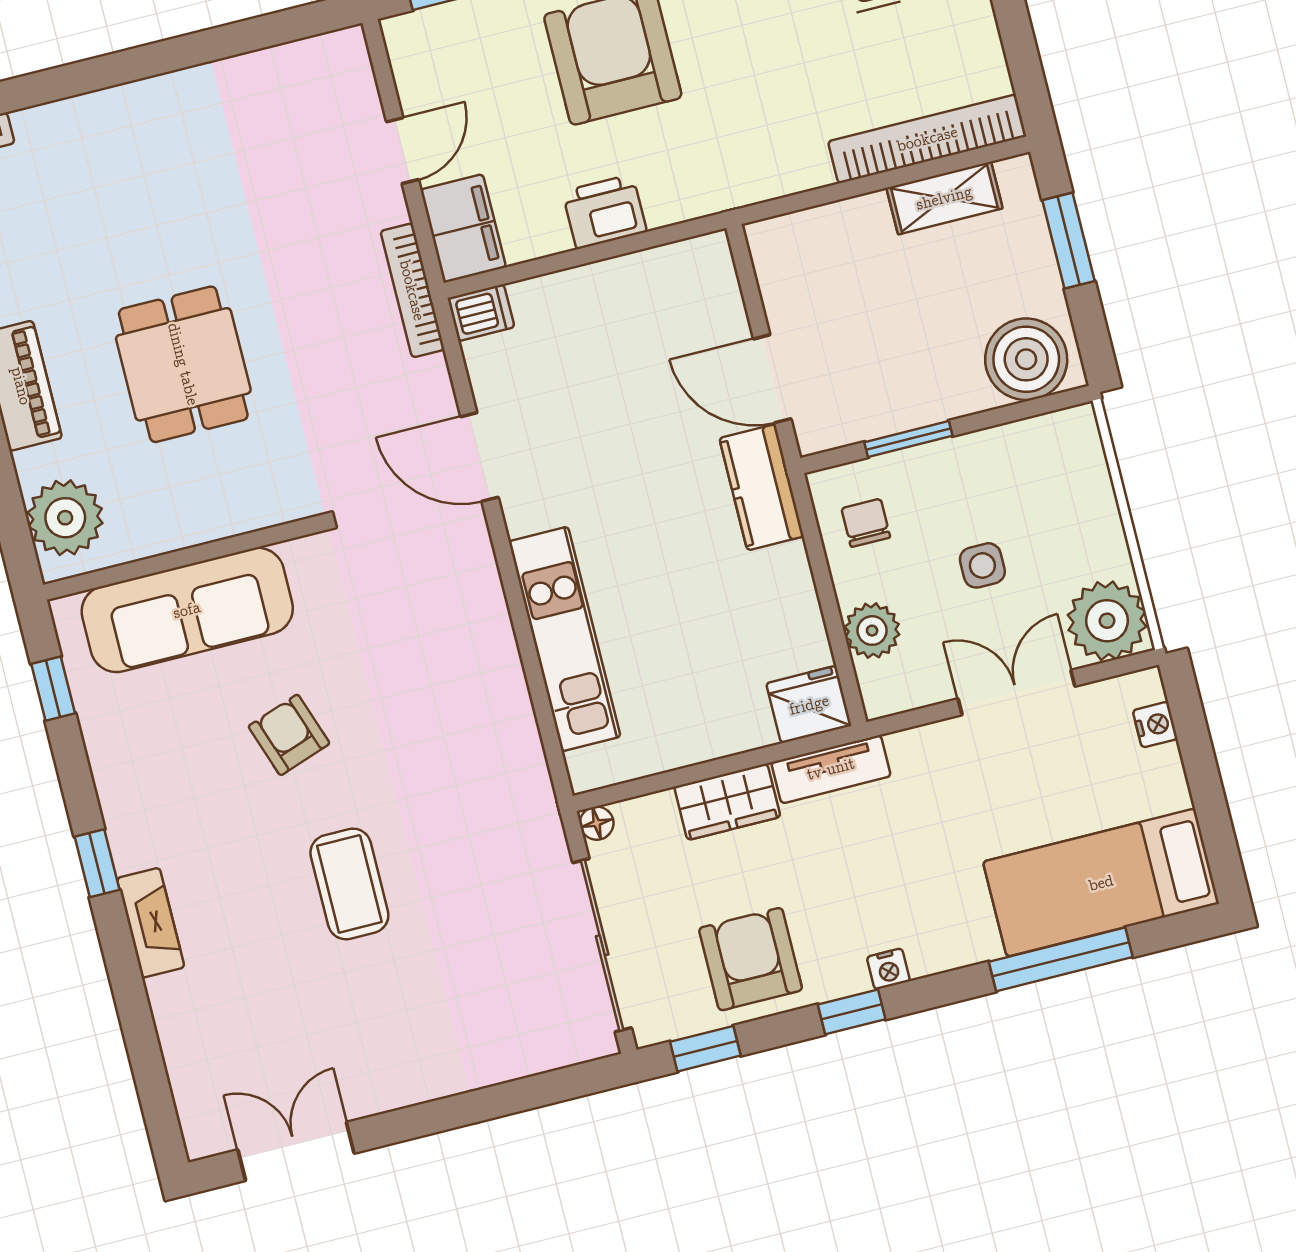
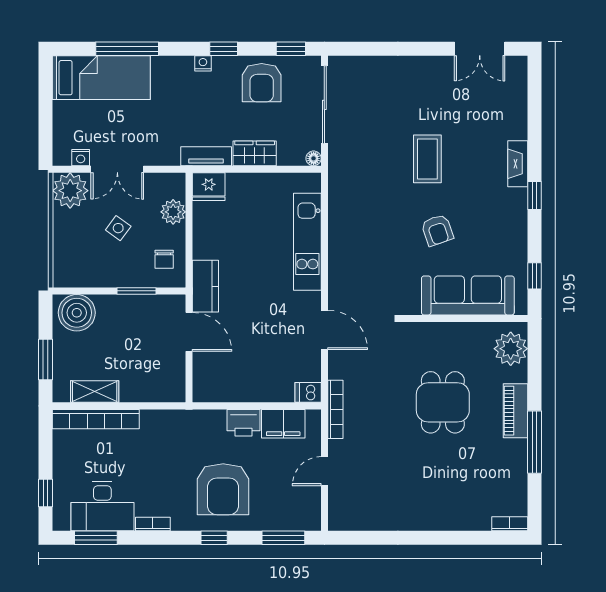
filing cabinet: (463, 228) -> (283, 424), moved, turned -90
side table: (982, 565) -> (118, 228), turned 36
nightstand: (1155, 725) -> (81, 158), moved, turned -90

